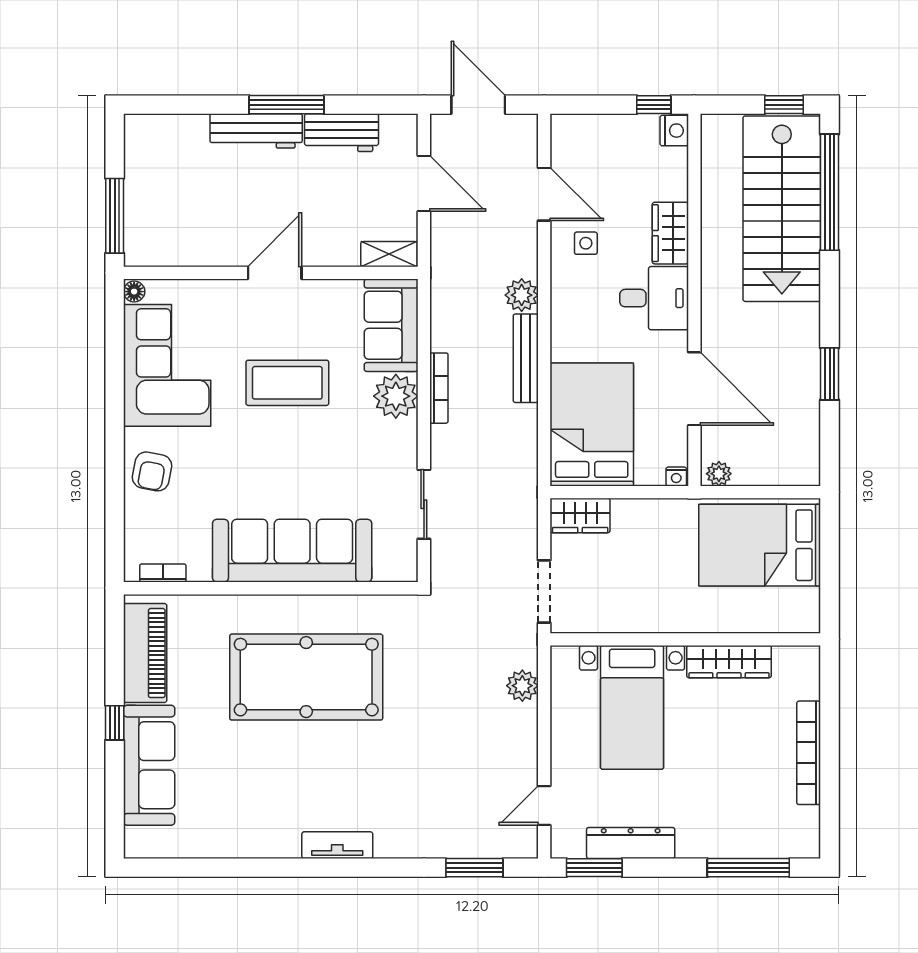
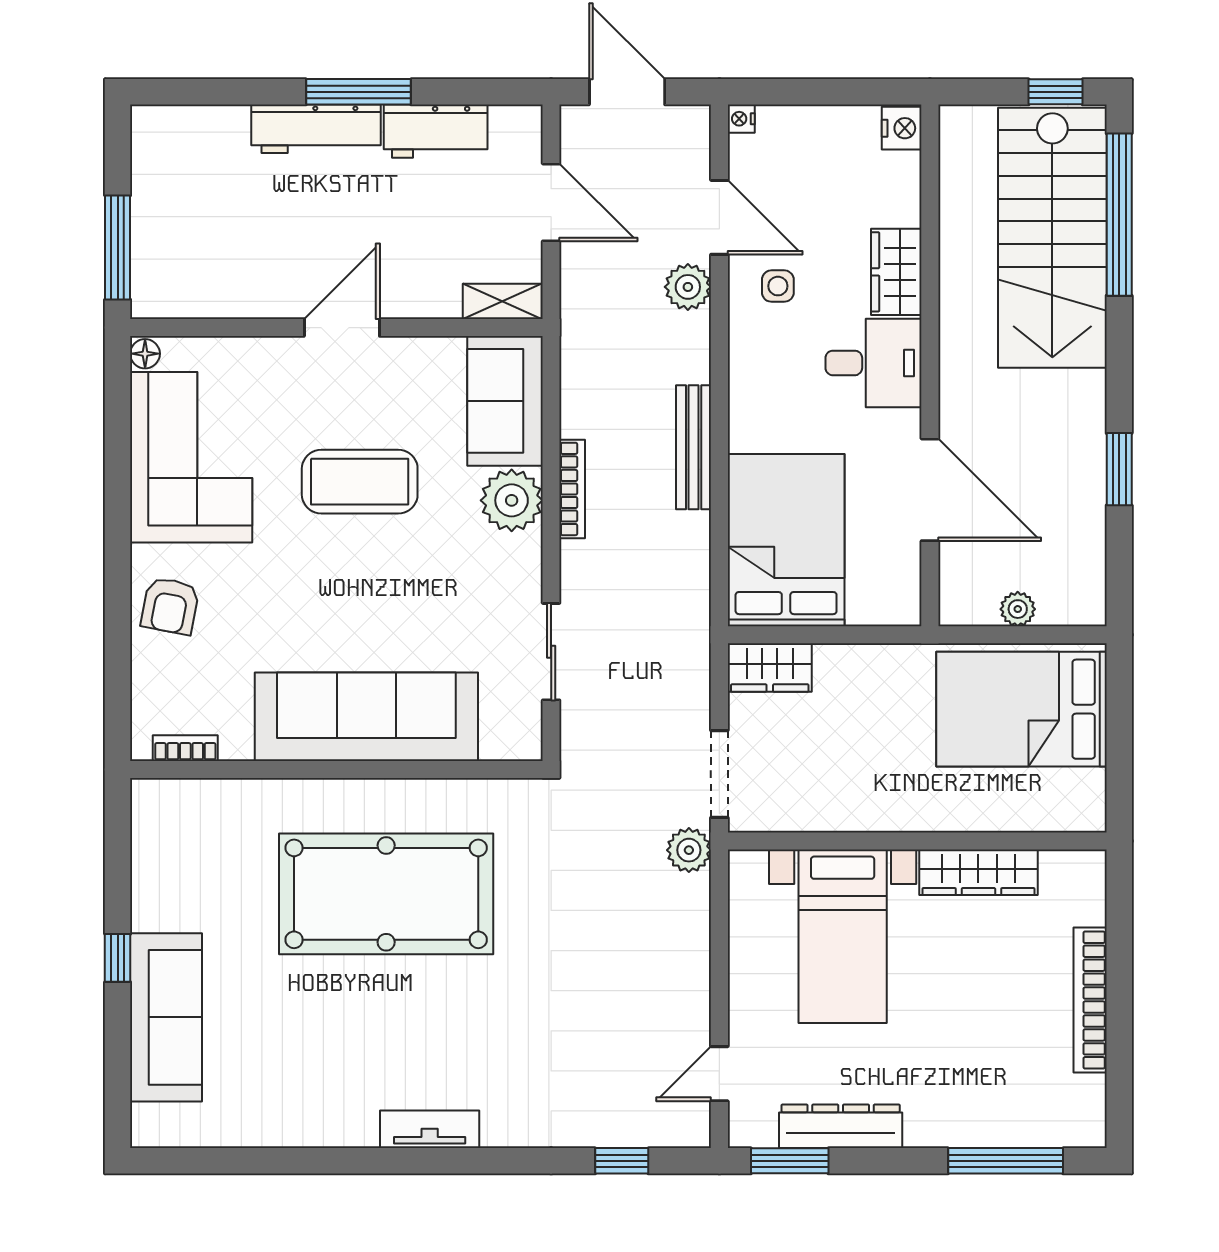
window: (654, 105) -> (873, 92), removed
plant: (522, 295) -> (688, 287), moved
plant: (719, 474) -> (1018, 609), moved
nightstand: (676, 477) -> (741, 119), moved, turned 90
piano: (145, 653) -> (160, 860), removed
plant: (522, 686) -> (689, 850), moved
window: (474, 868) -> (622, 1161), width x0.67

